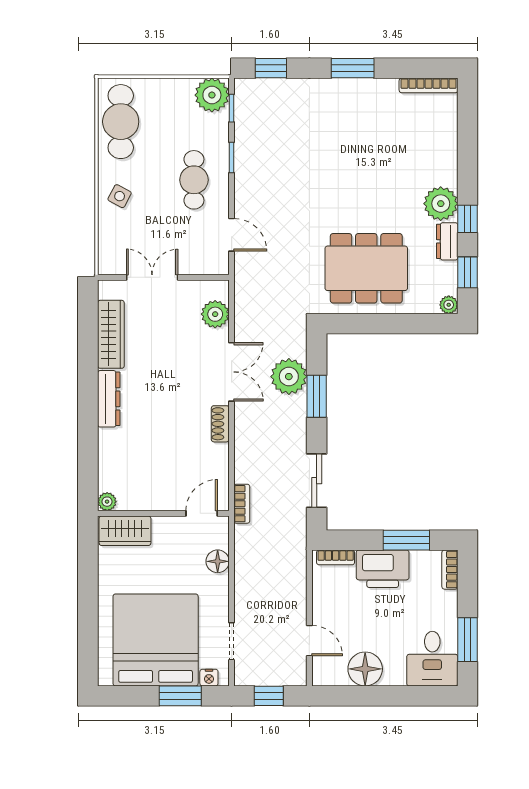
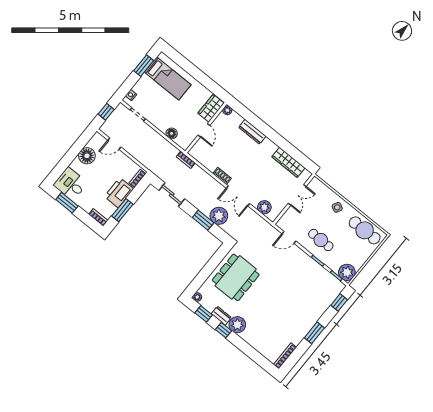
dresser: (109, 399) -> (252, 132), moved
door: (202, 513) -> (204, 130), moved
bed: (156, 640) -> (168, 78), width x0.49
window: (180, 696) -> (144, 66), moved

